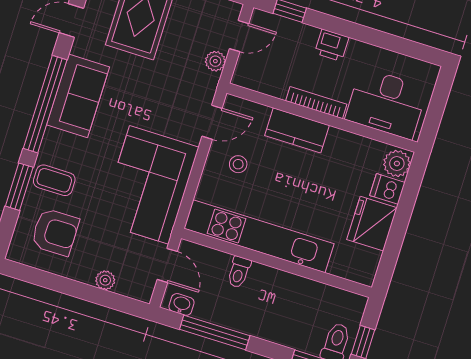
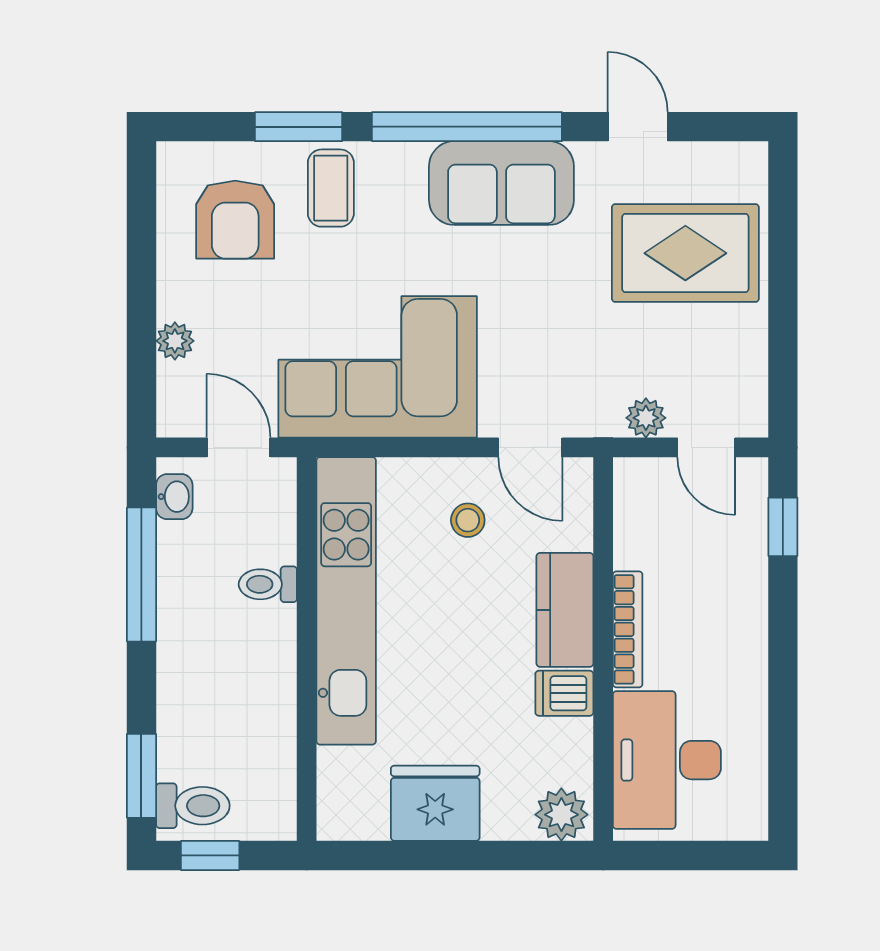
printer: (332, 45) -> (743, 625), removed
dishwasher: (387, 189) -> (564, 693), moved, turned -90
door: (167, 265) -> (238, 447), swing flipped

